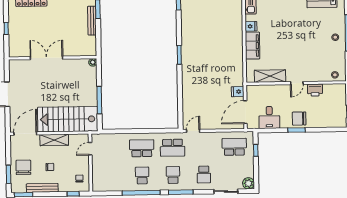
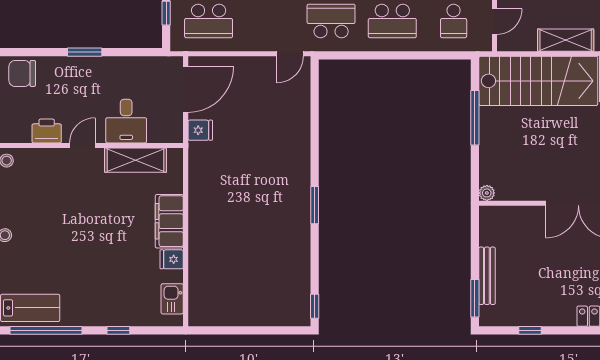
desk: (269, 117) -> (126, 121), moved, turned 180
chair: (299, 119) -> (22, 73), moved, turned 180
school desk: (111, 149) -> (454, 21), added

